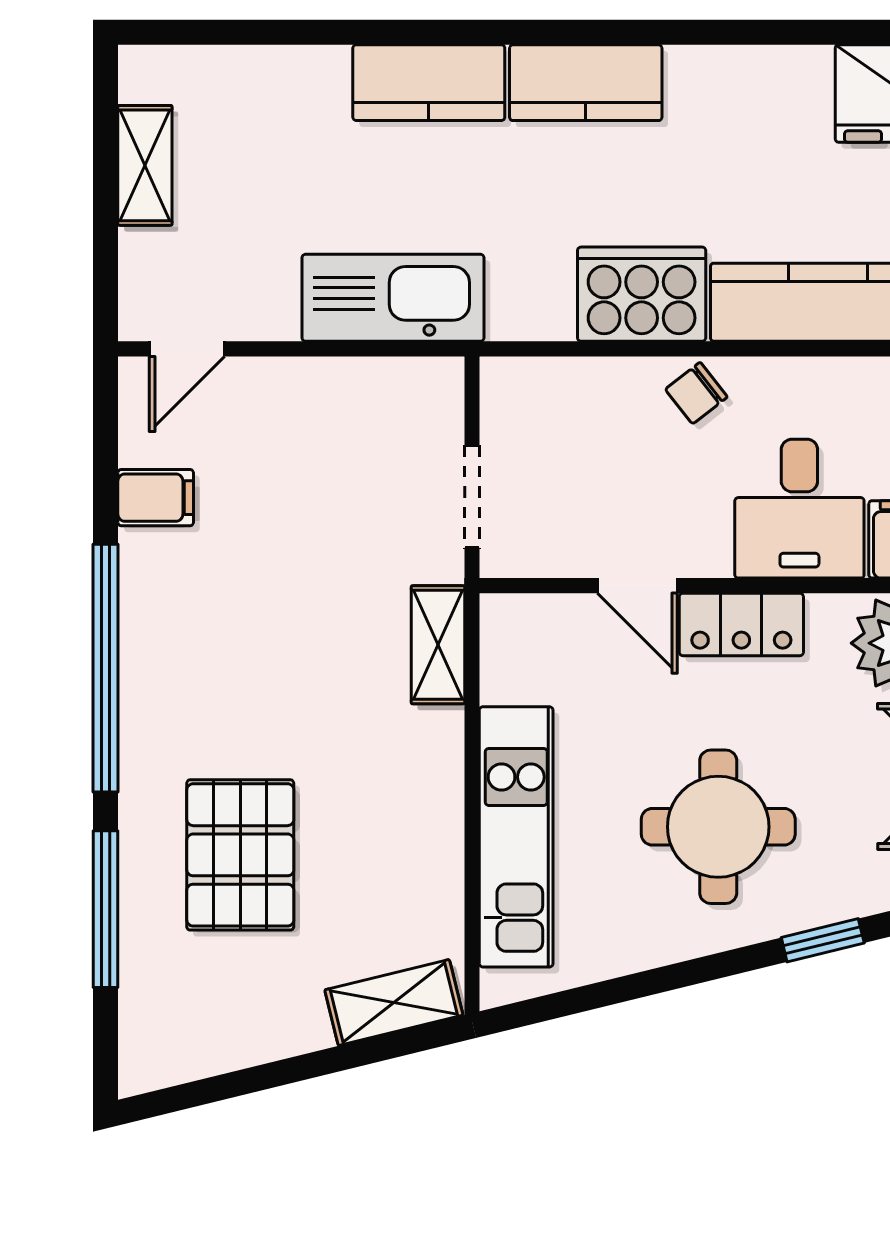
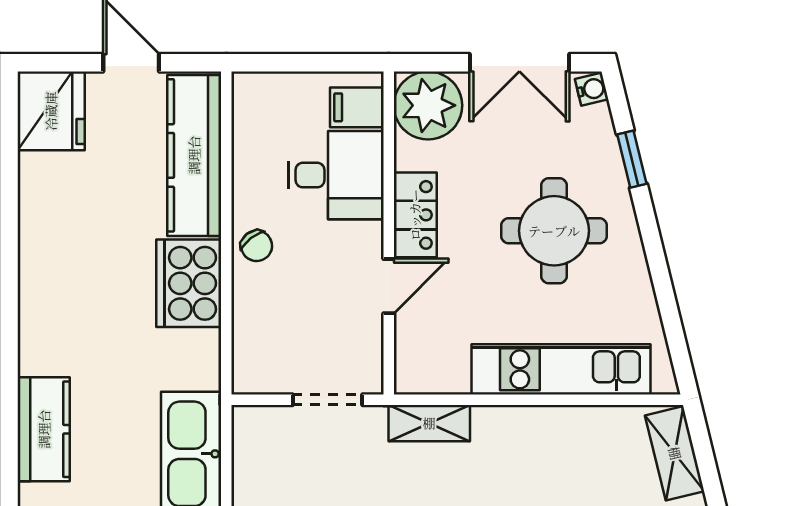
kitchen counter: (586, 83) -> (44, 322), removed

